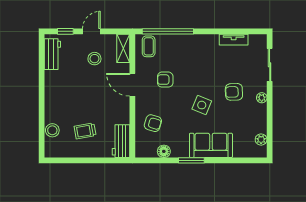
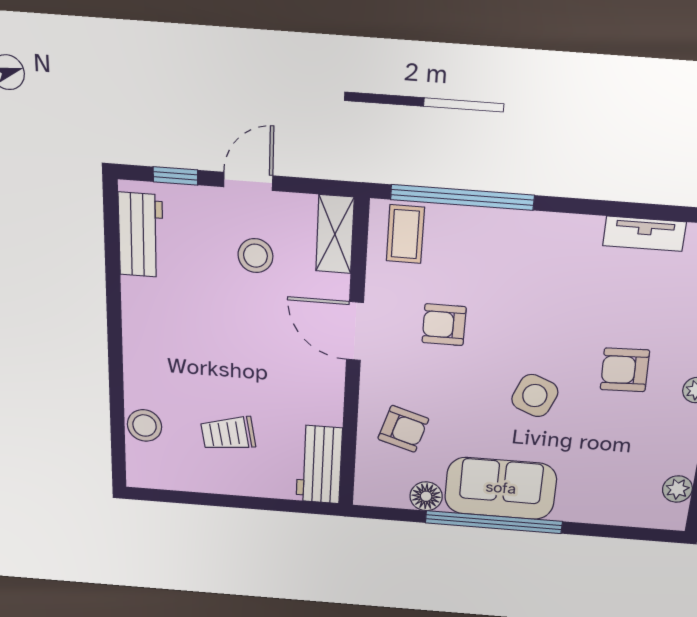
sofa: (211, 145) -> (501, 488), moved
window: (191, 160) -> (494, 522), width x2.11

